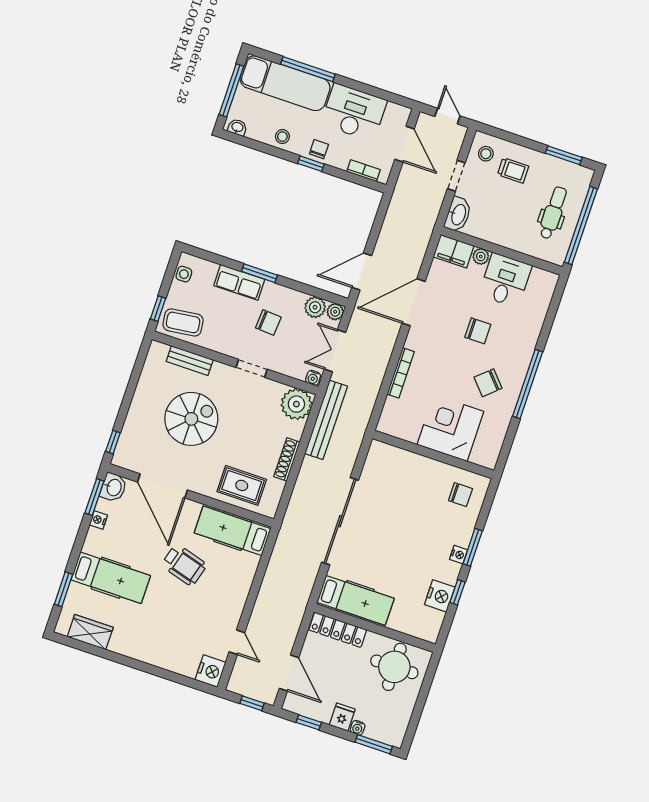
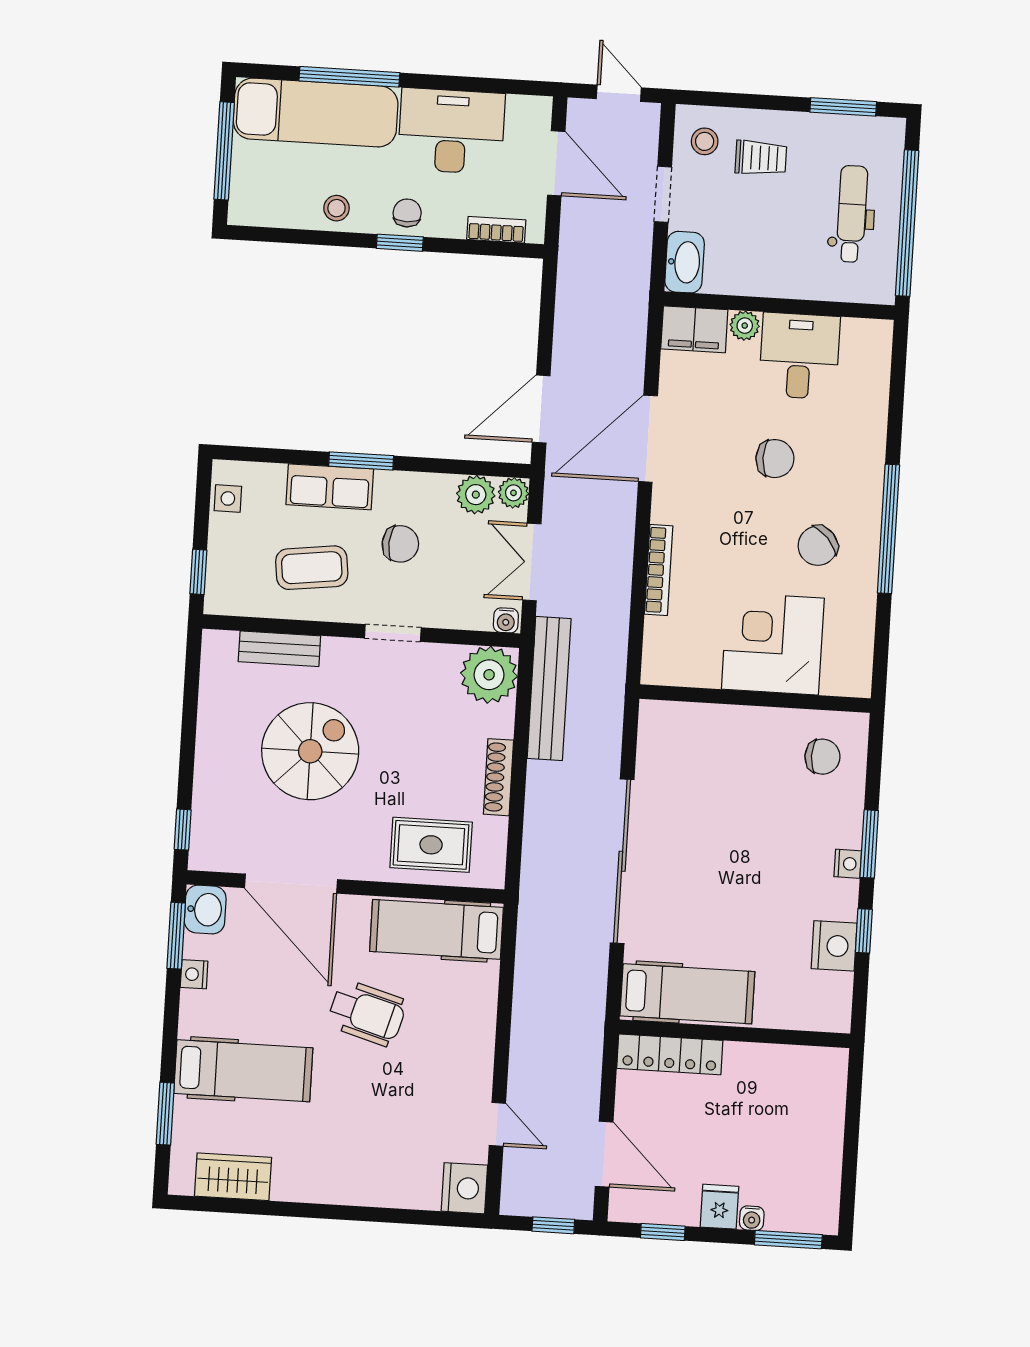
washbasin: (237, 127) -> (252, 213), removed
coffee table: (183, 322) -> (312, 568), moved
round table: (394, 667) -> (788, 1093), removed

